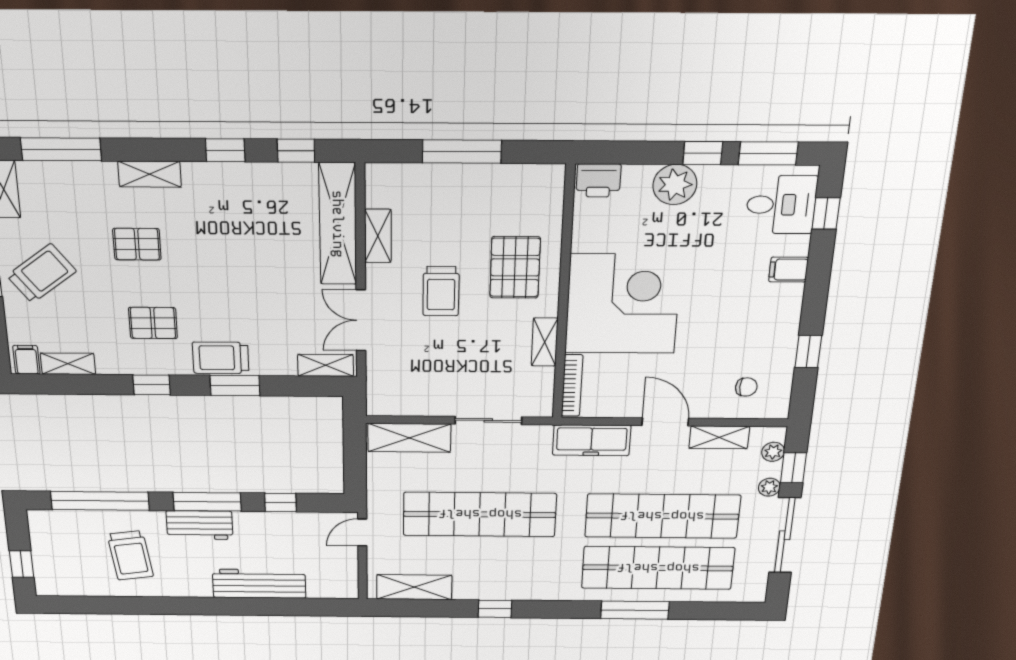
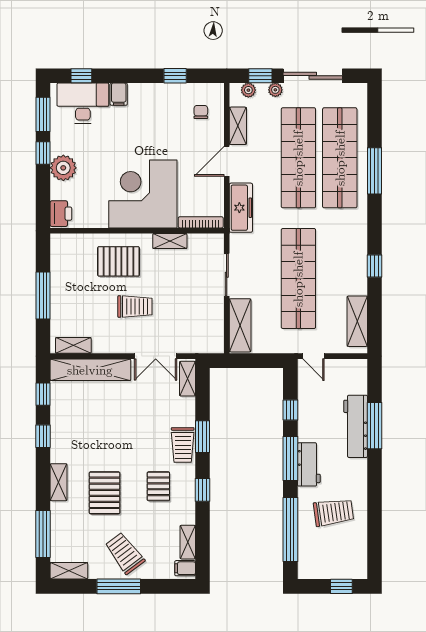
desk: (781, 205) -> (83, 103), width x1.37
shelving: (378, 236) -> (73, 345), moved
pallet: (137, 244) -> (105, 493), width x1.50, depth x1.42
window: (261, 607) -> (375, 426), added

